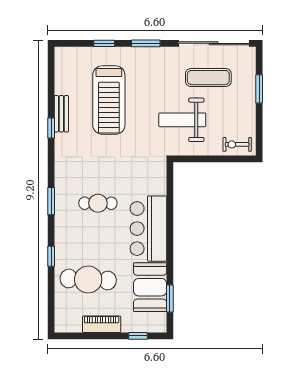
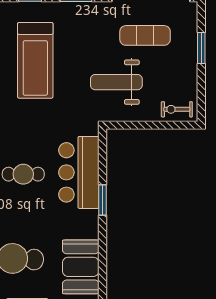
bar counter: (148, 229) -> (79, 172), moved
window: (170, 298) -> (103, 200), moved

